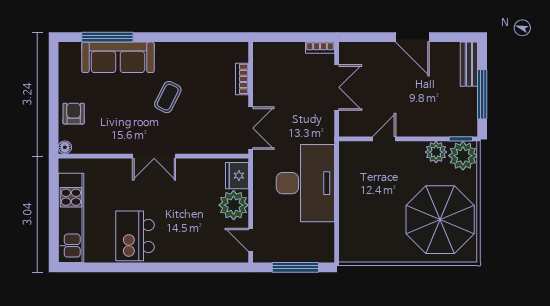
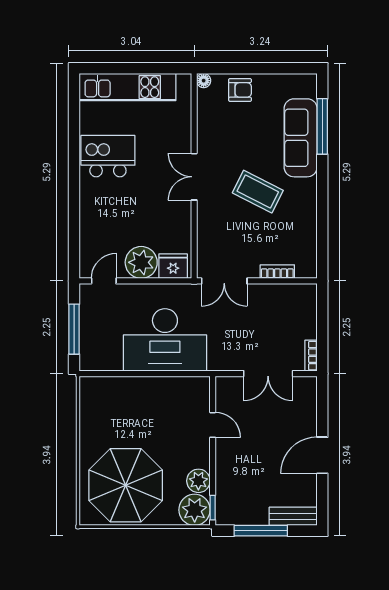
coffee table: (168, 97) -> (258, 192), width x1.36, depth x1.30

